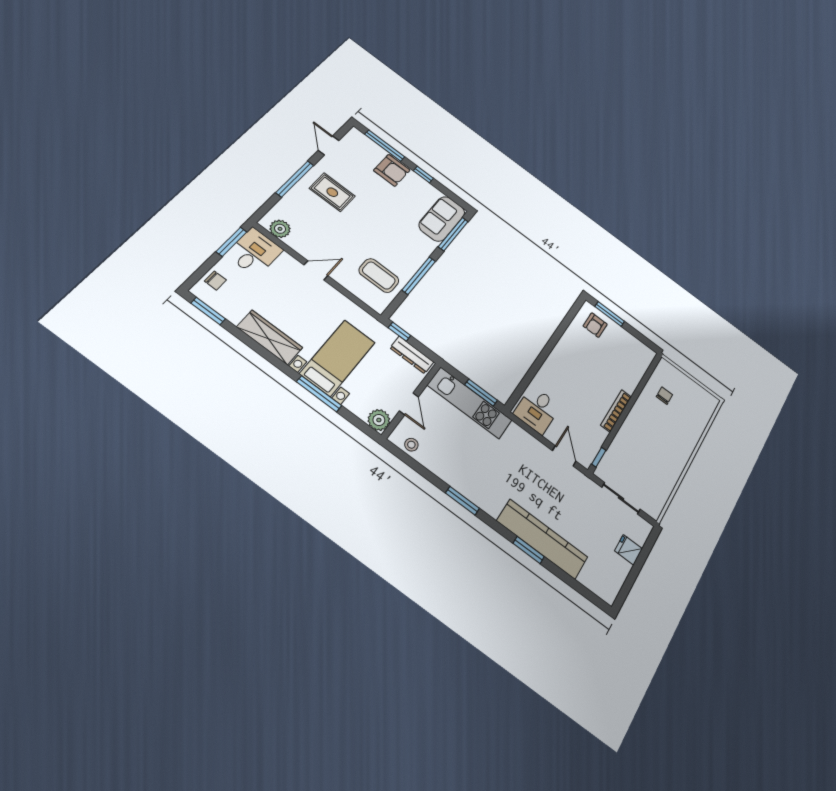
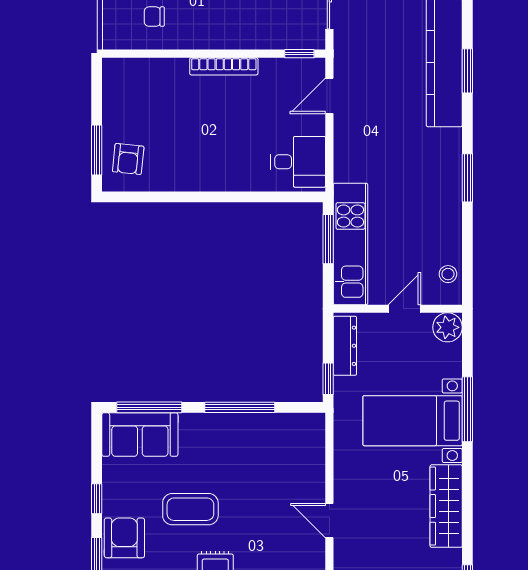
coffee table: (379, 275) -> (190, 509), moved, turned 90
armchair: (595, 325) -> (128, 159), turned 96

